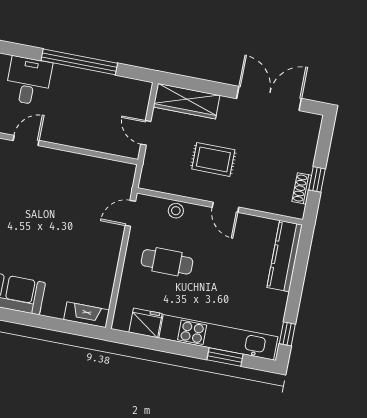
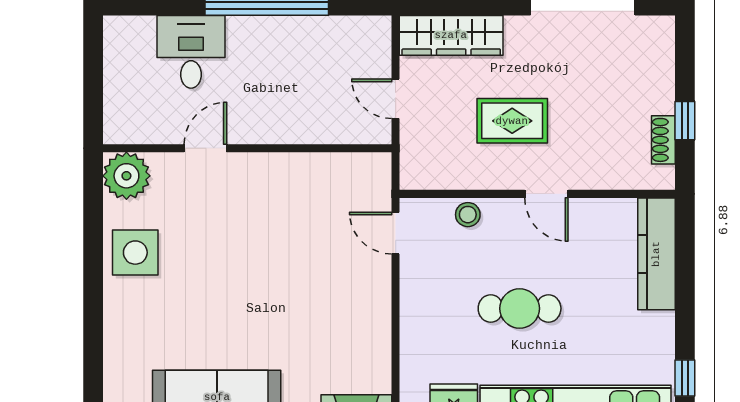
door: (130, 213) -> (396, 233), hinge flipped
cafe table: (167, 262) -> (520, 308), moved

